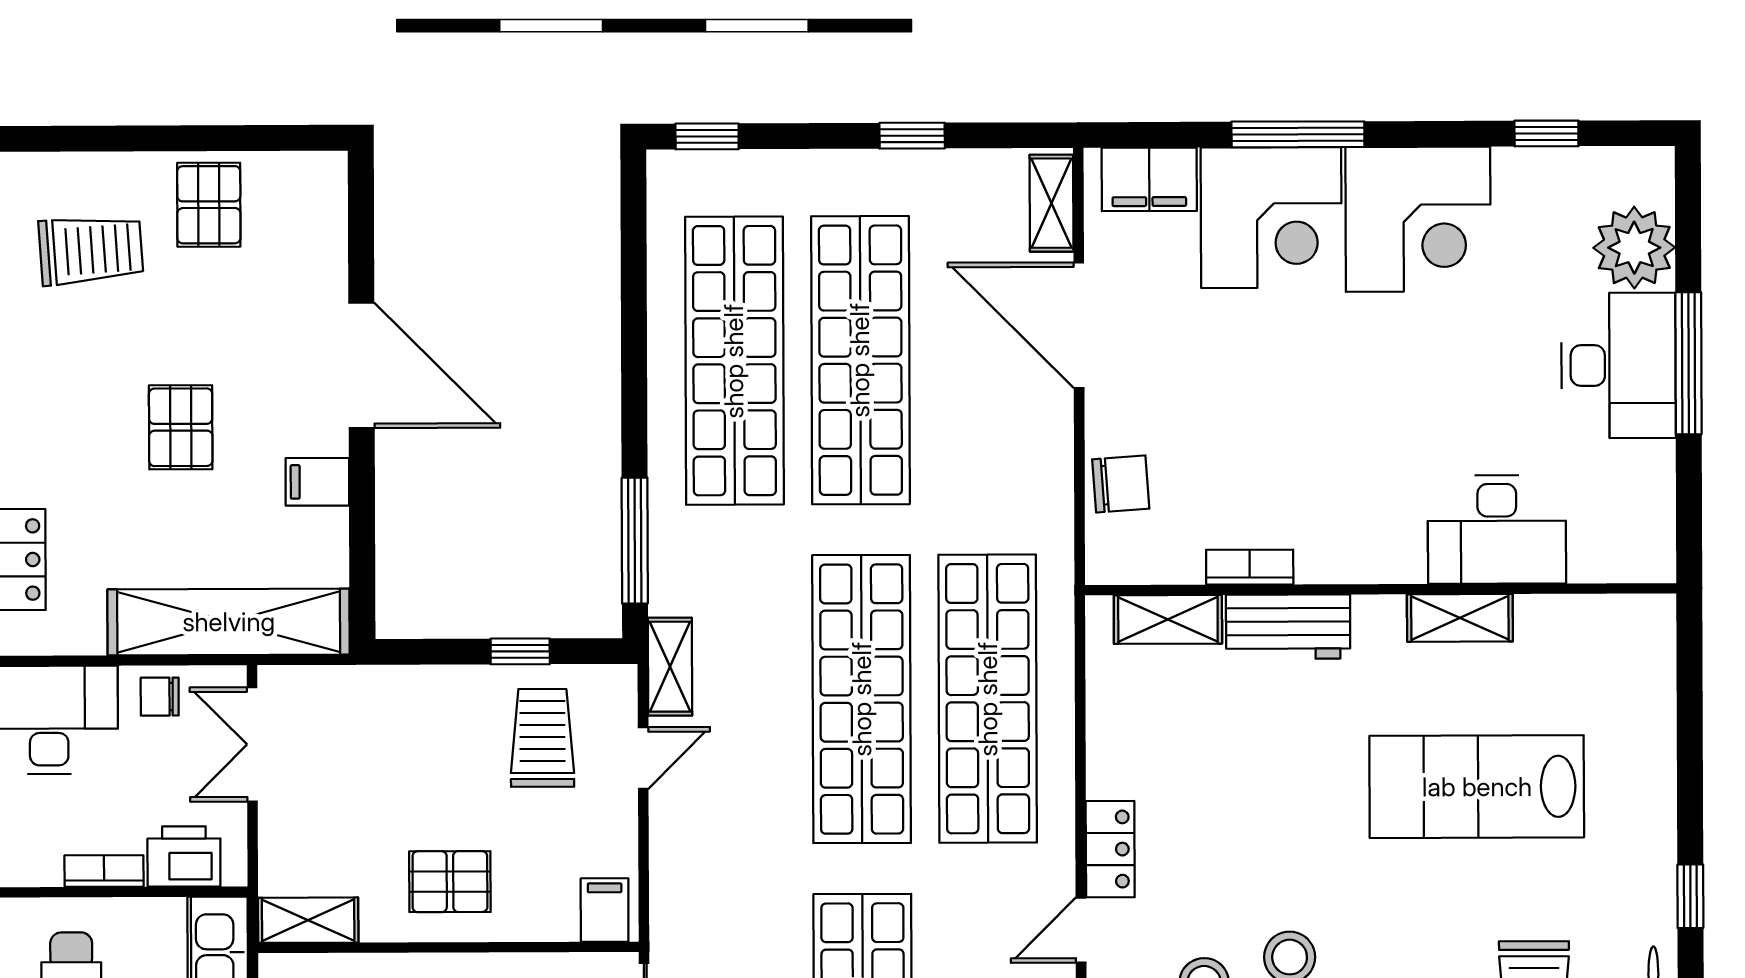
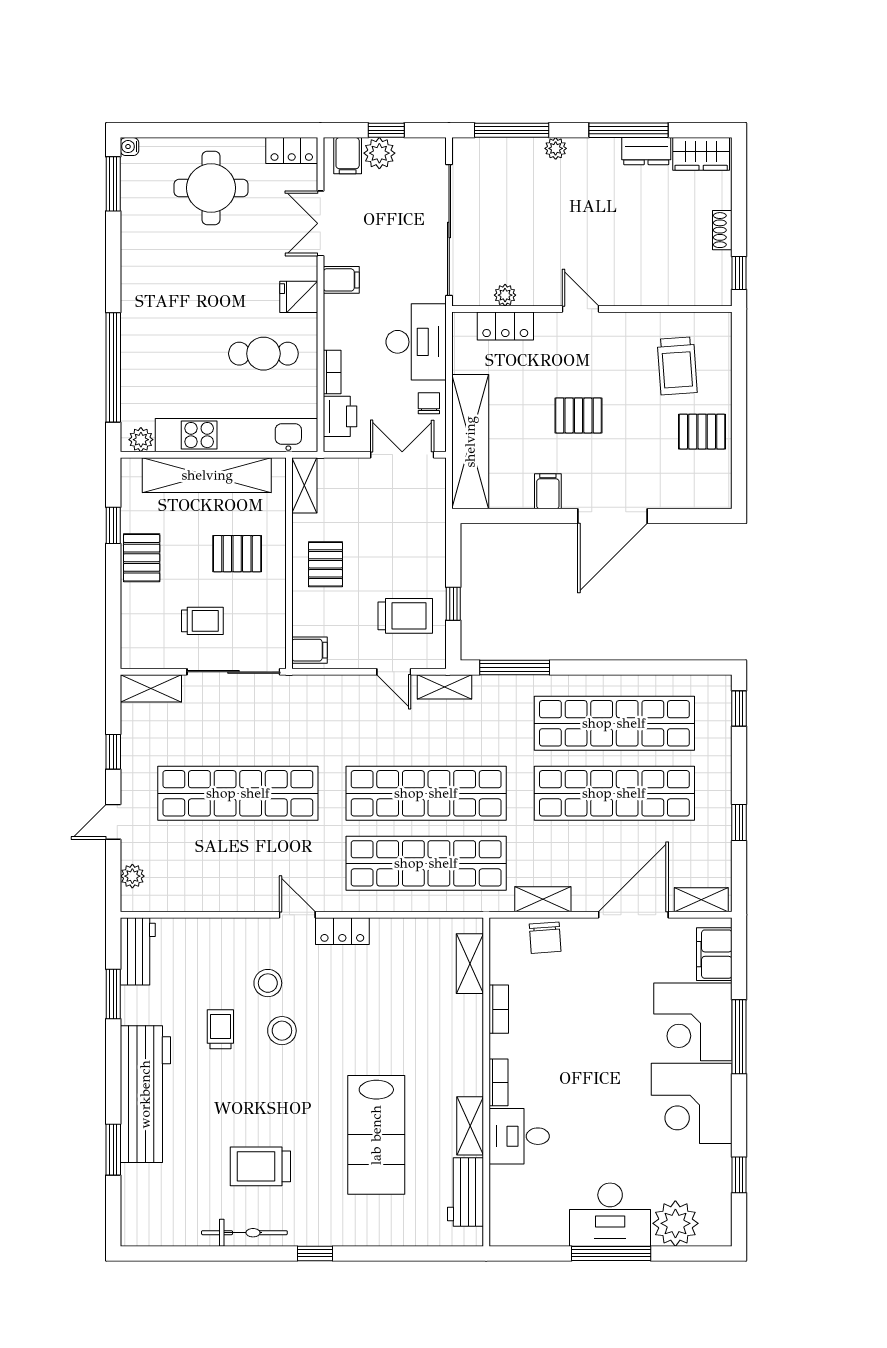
shelving: (1052, 488) -> (543, 899), added
desk: (1497, 529) -> (519, 1136), width x0.73
bookcase: (1382, 567) -> (498, 1082), added
workbench: (1288, 627) -> (465, 1192), moved
lab bench: (1477, 787) -> (376, 1135), turned 180

